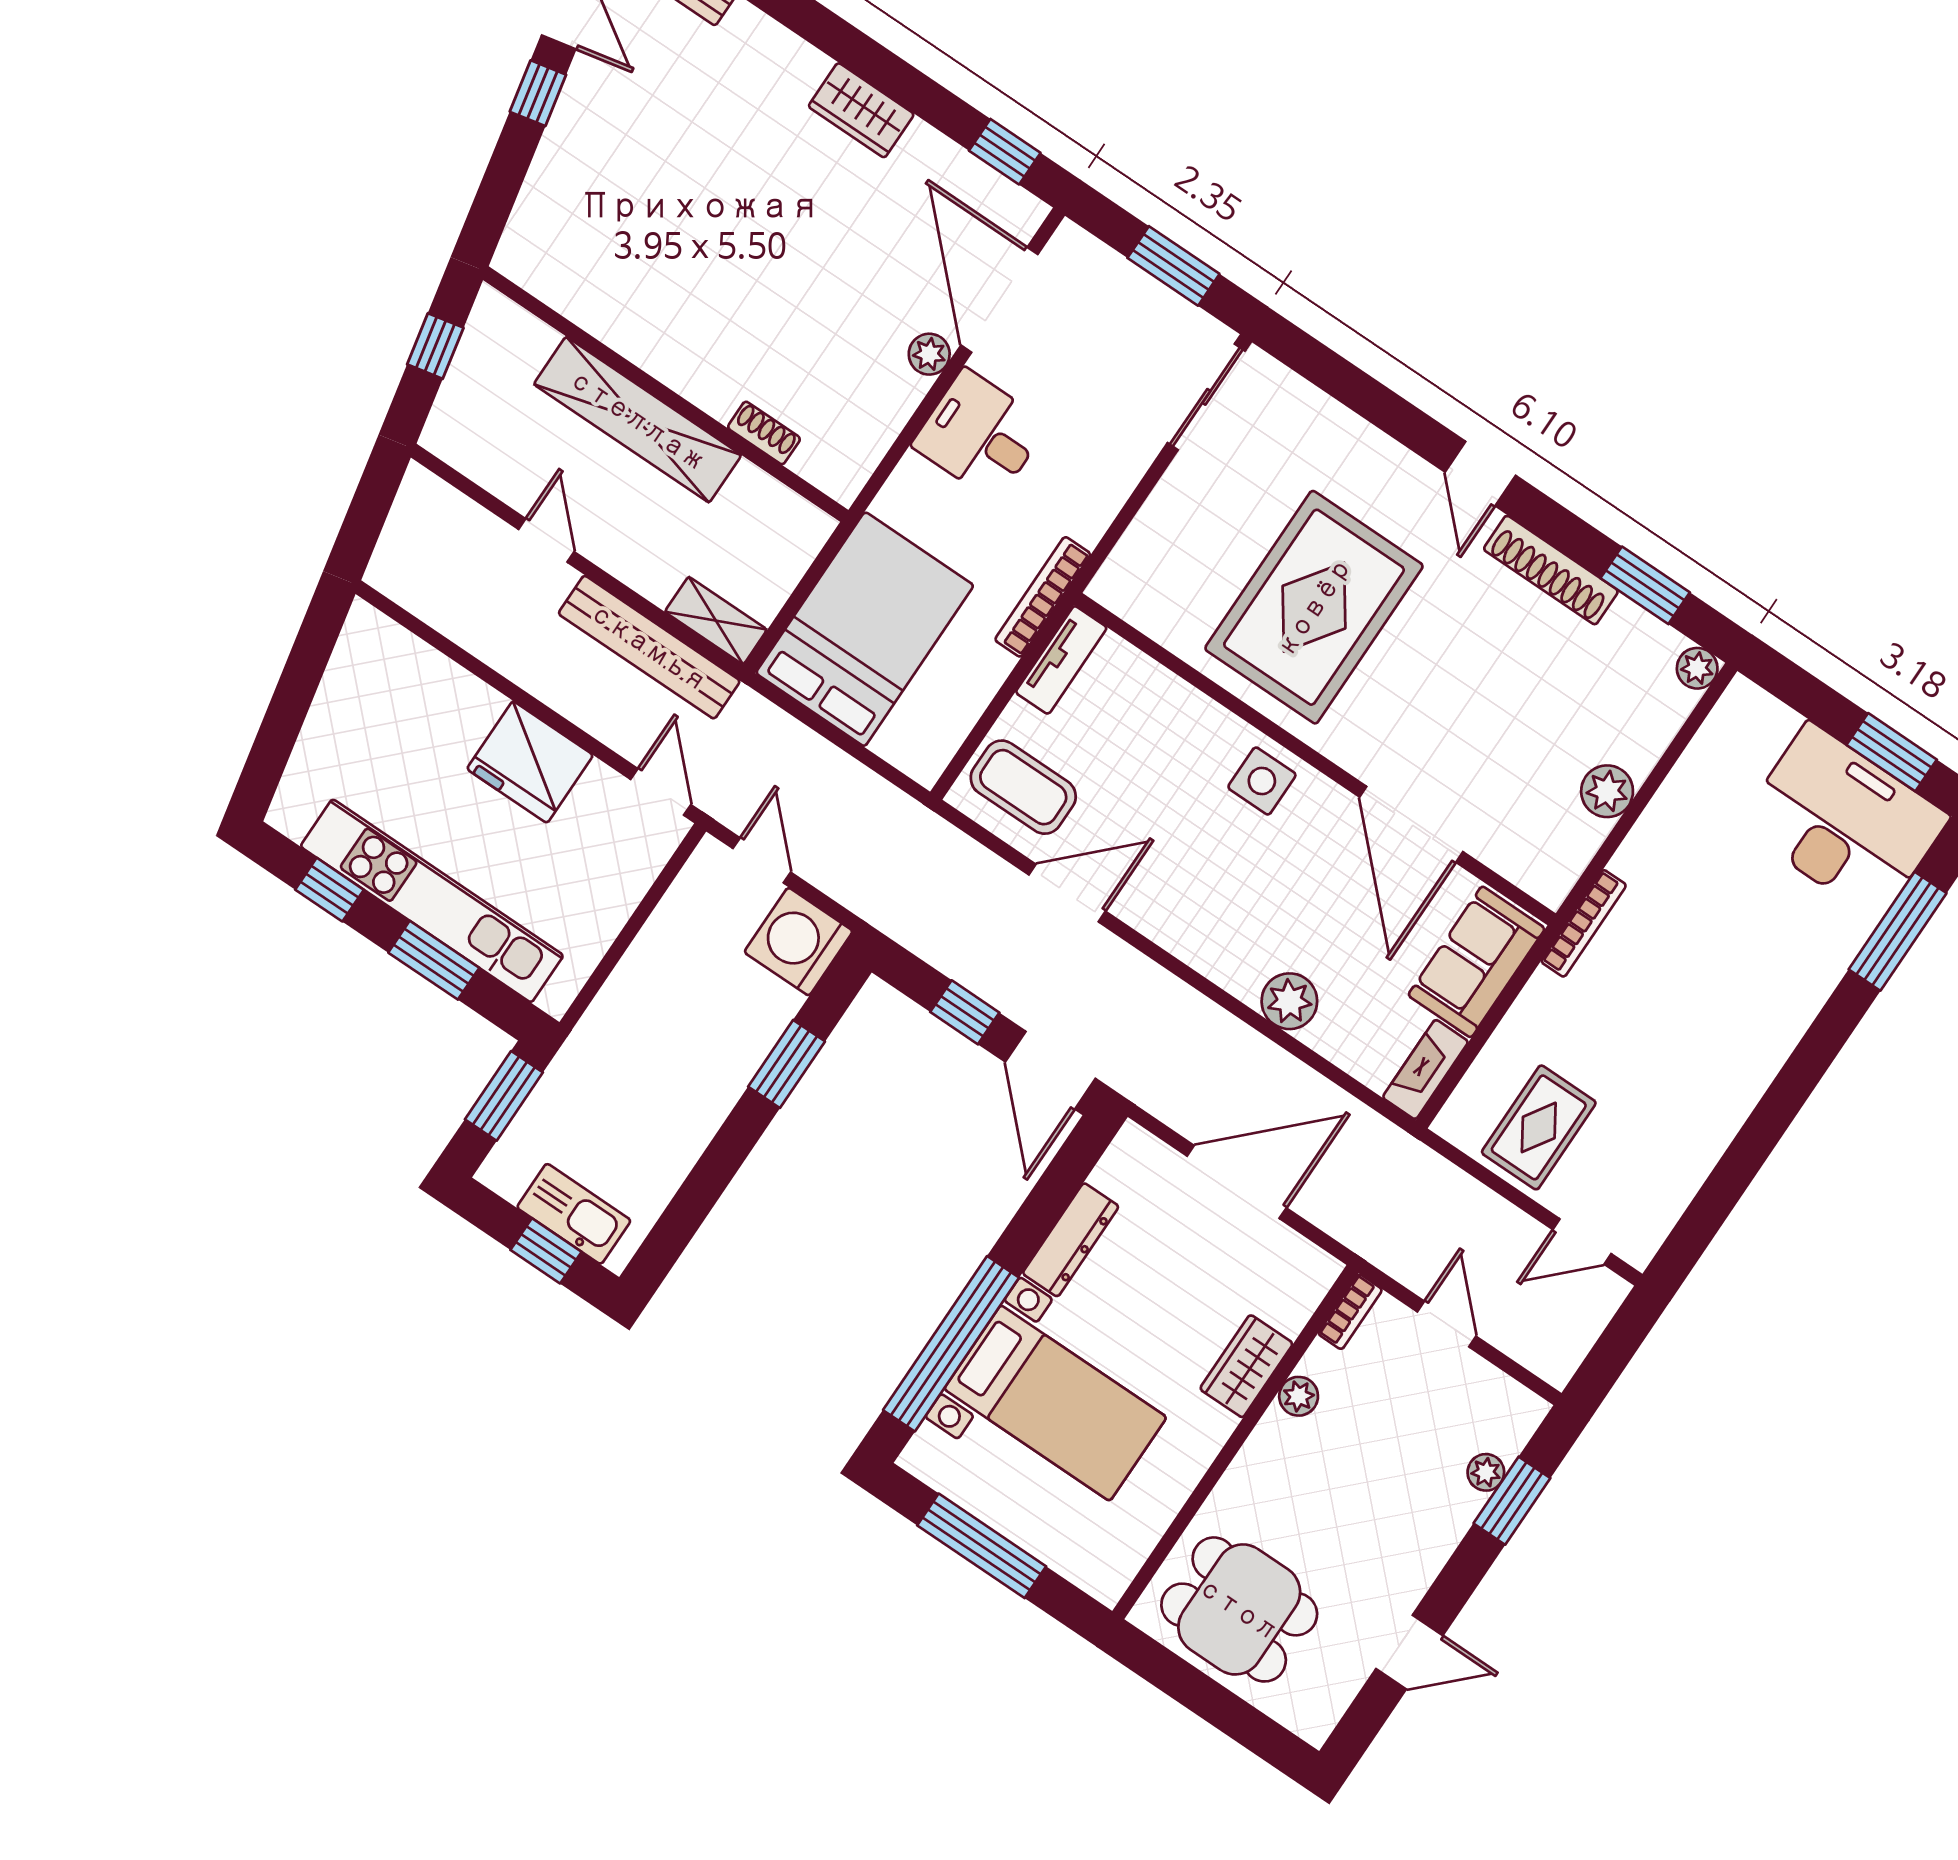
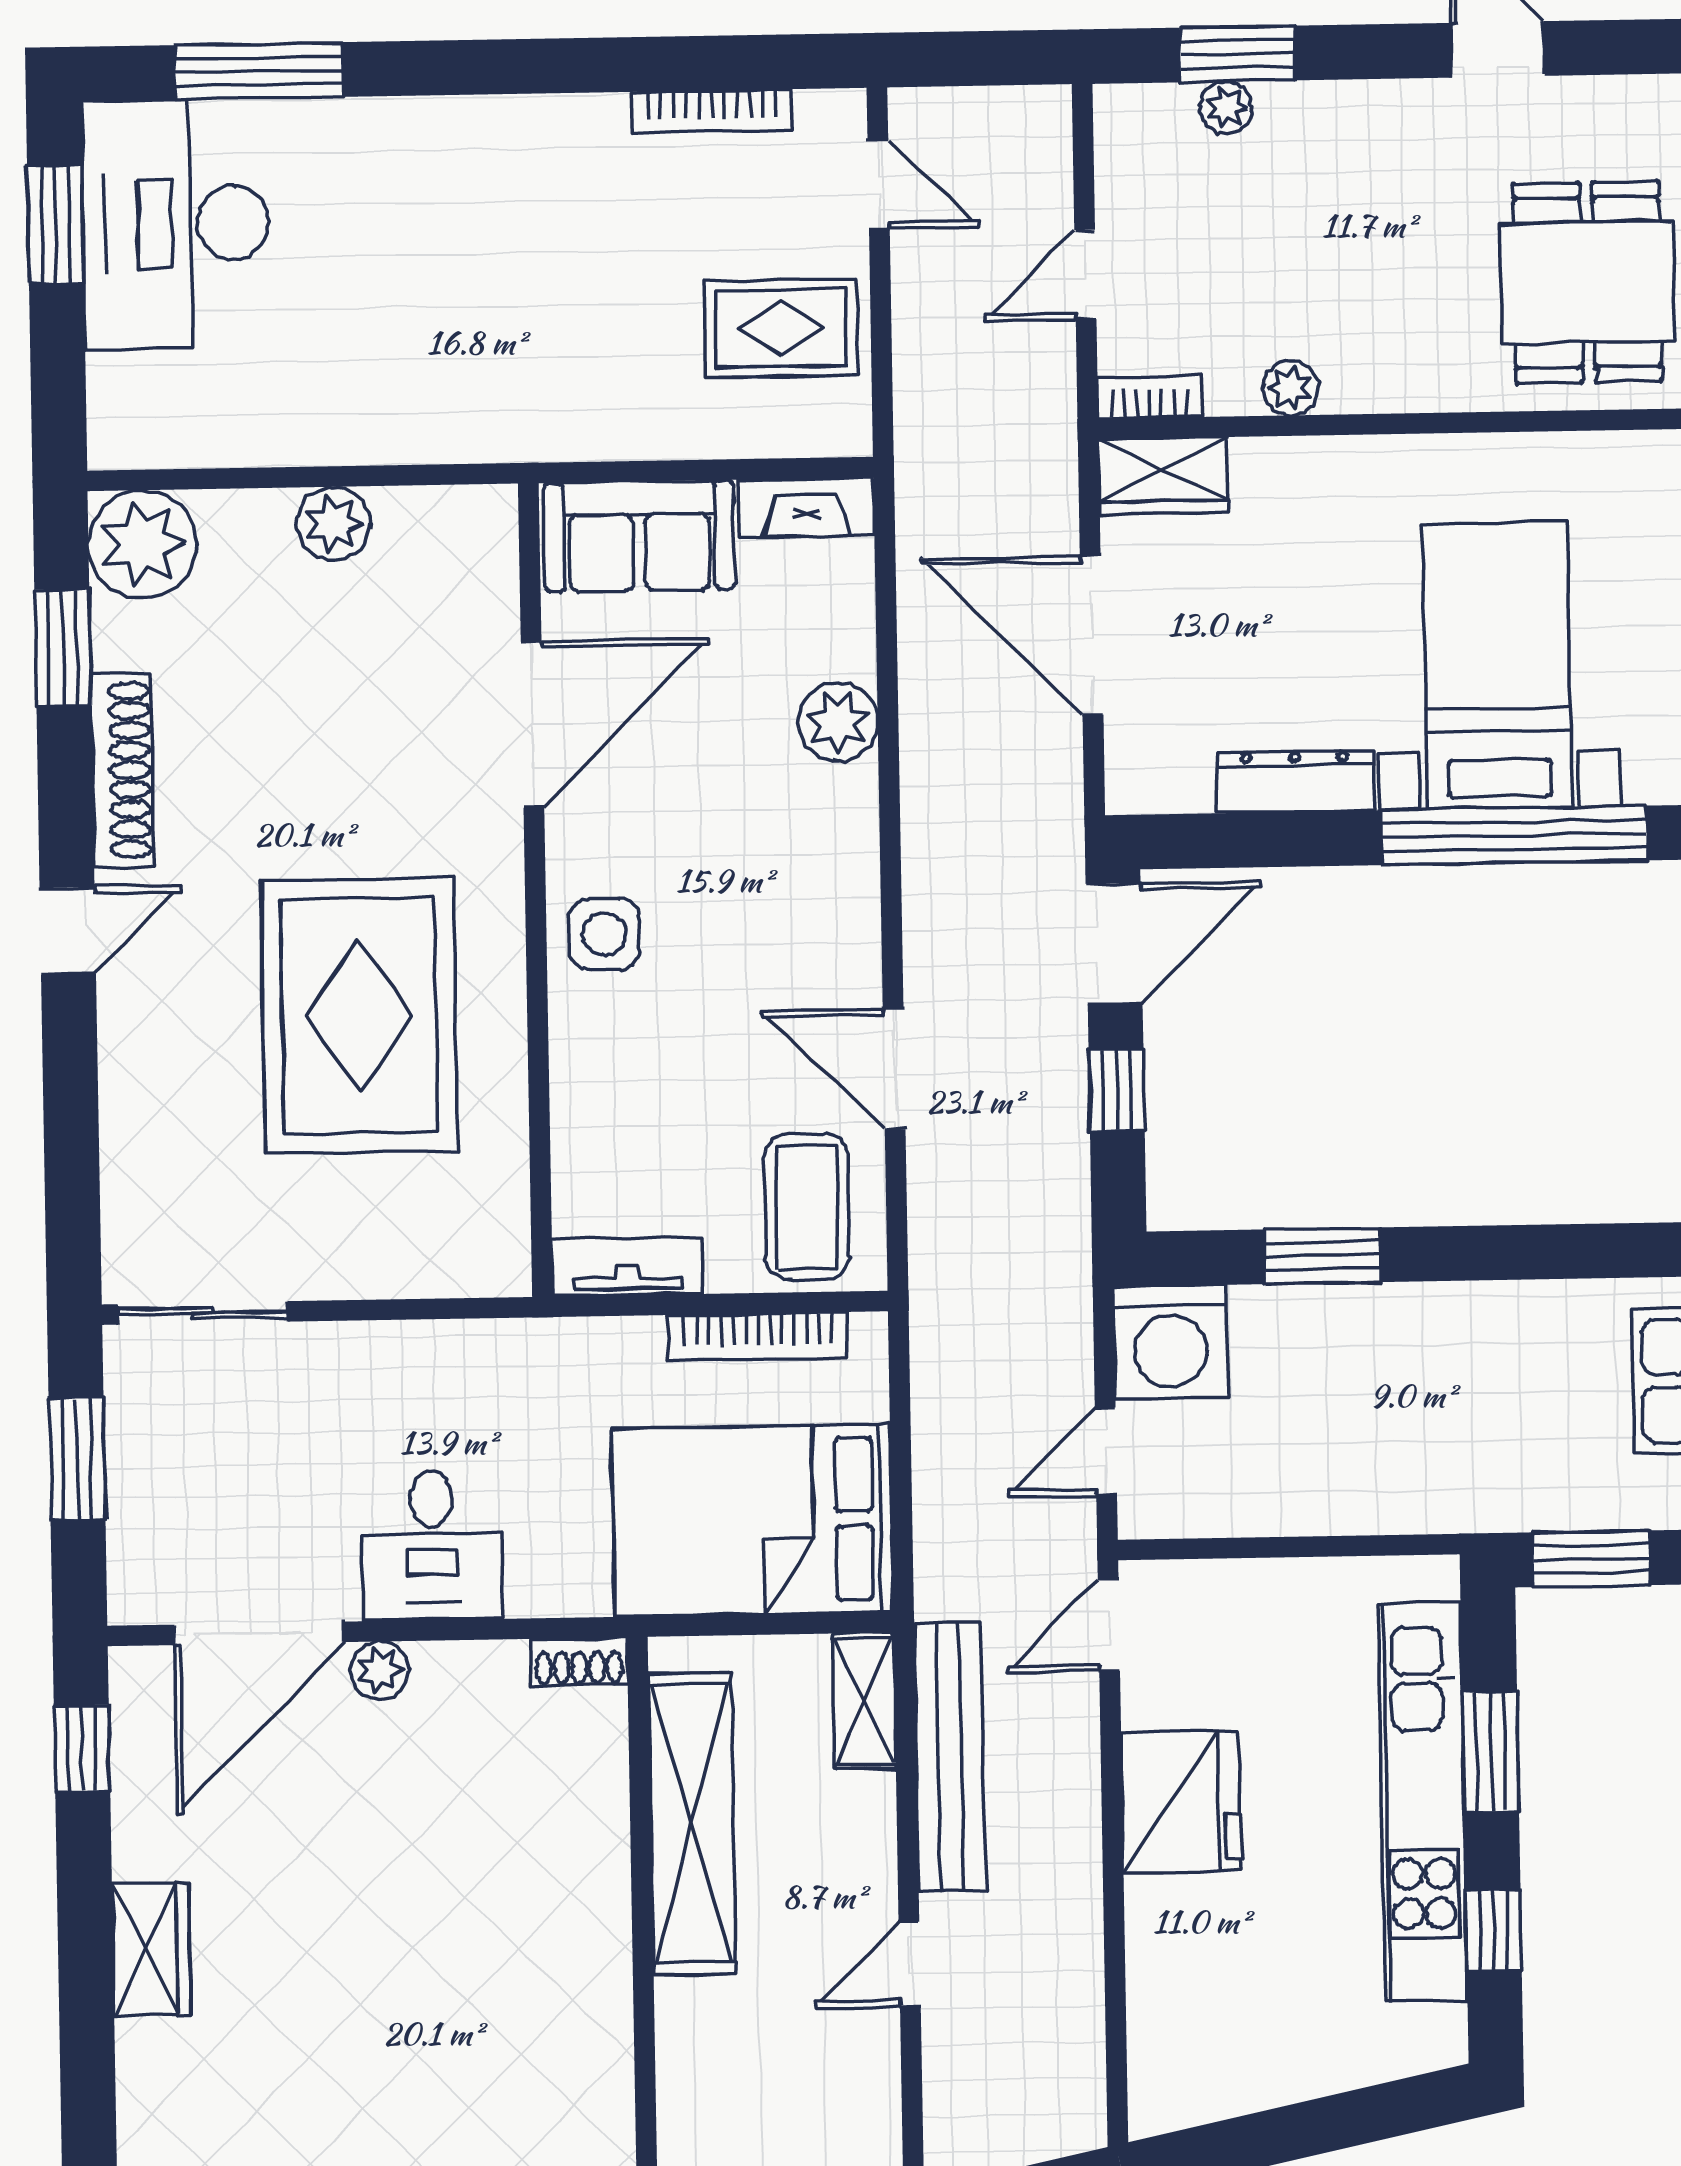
shelving: (638, 420) -> (692, 1824), moved
shoe rack: (764, 433) -> (579, 1661), moved, turned -90
bookcase: (1043, 597) -> (758, 1336), moved
rug: (1314, 607) -> (359, 1015), turned 90
plant: (1697, 668) -> (143, 544), width x1.88, depth x1.88
bookcase: (1584, 923) -> (712, 111), moved, turned 180
wardrobe: (1246, 1366) -> (1164, 475), moved

